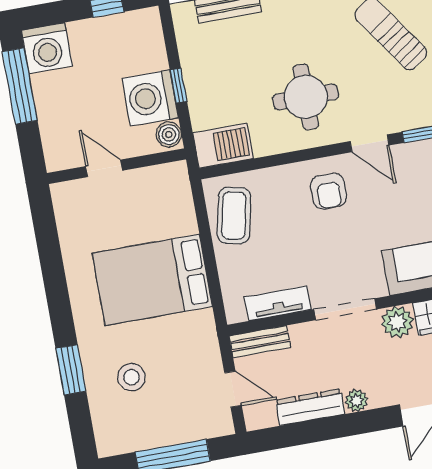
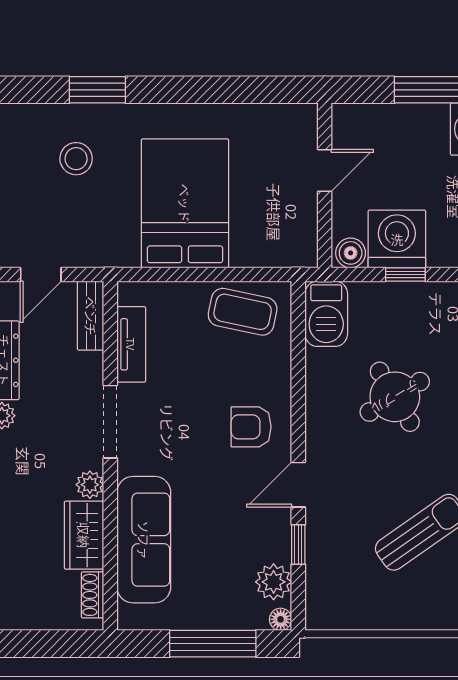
round table: (306, 97) -> (395, 397), moved, turned -31
plant: (397, 322) -> (90, 485), width x0.73, depth x0.73

